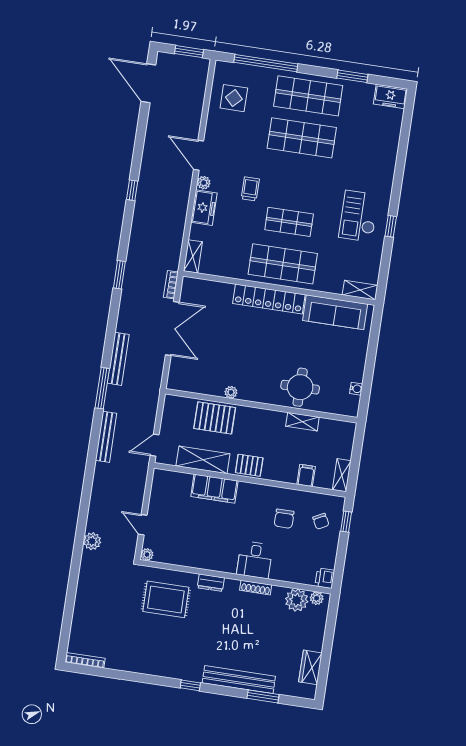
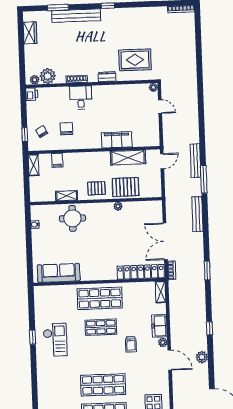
shelving: (360, 290) -> (45, 291), removed
locker: (269, 299) -> (141, 272), moved
window: (102, 388) -> (204, 179), moved
pallet: (249, 465) -> (96, 188), moved
plant: (92, 541) -> (202, 357), moved

